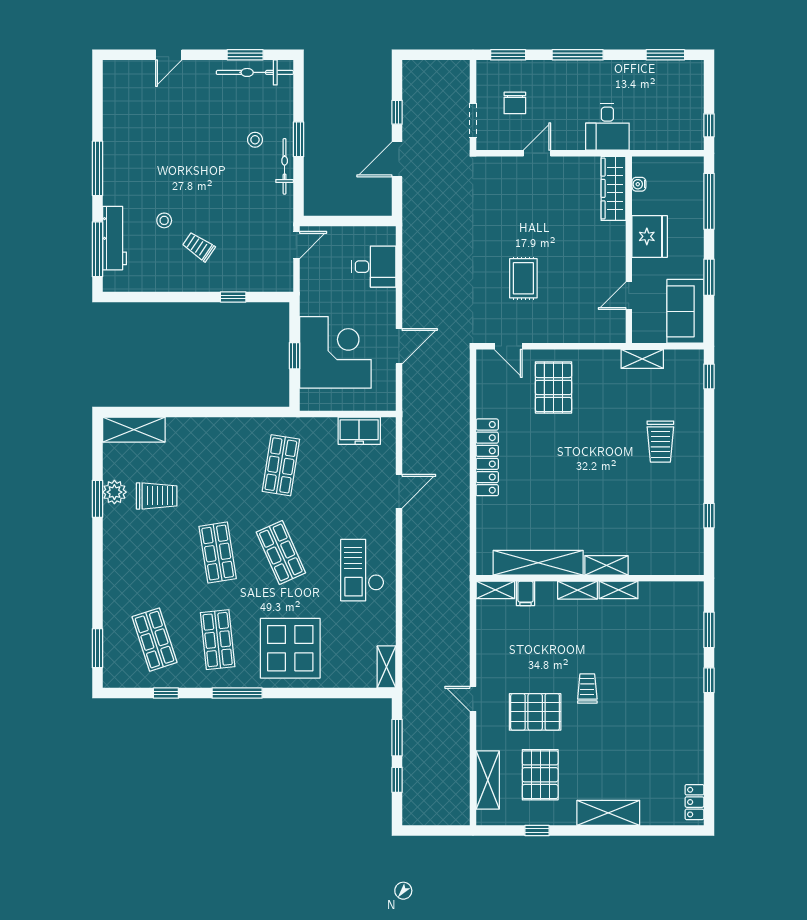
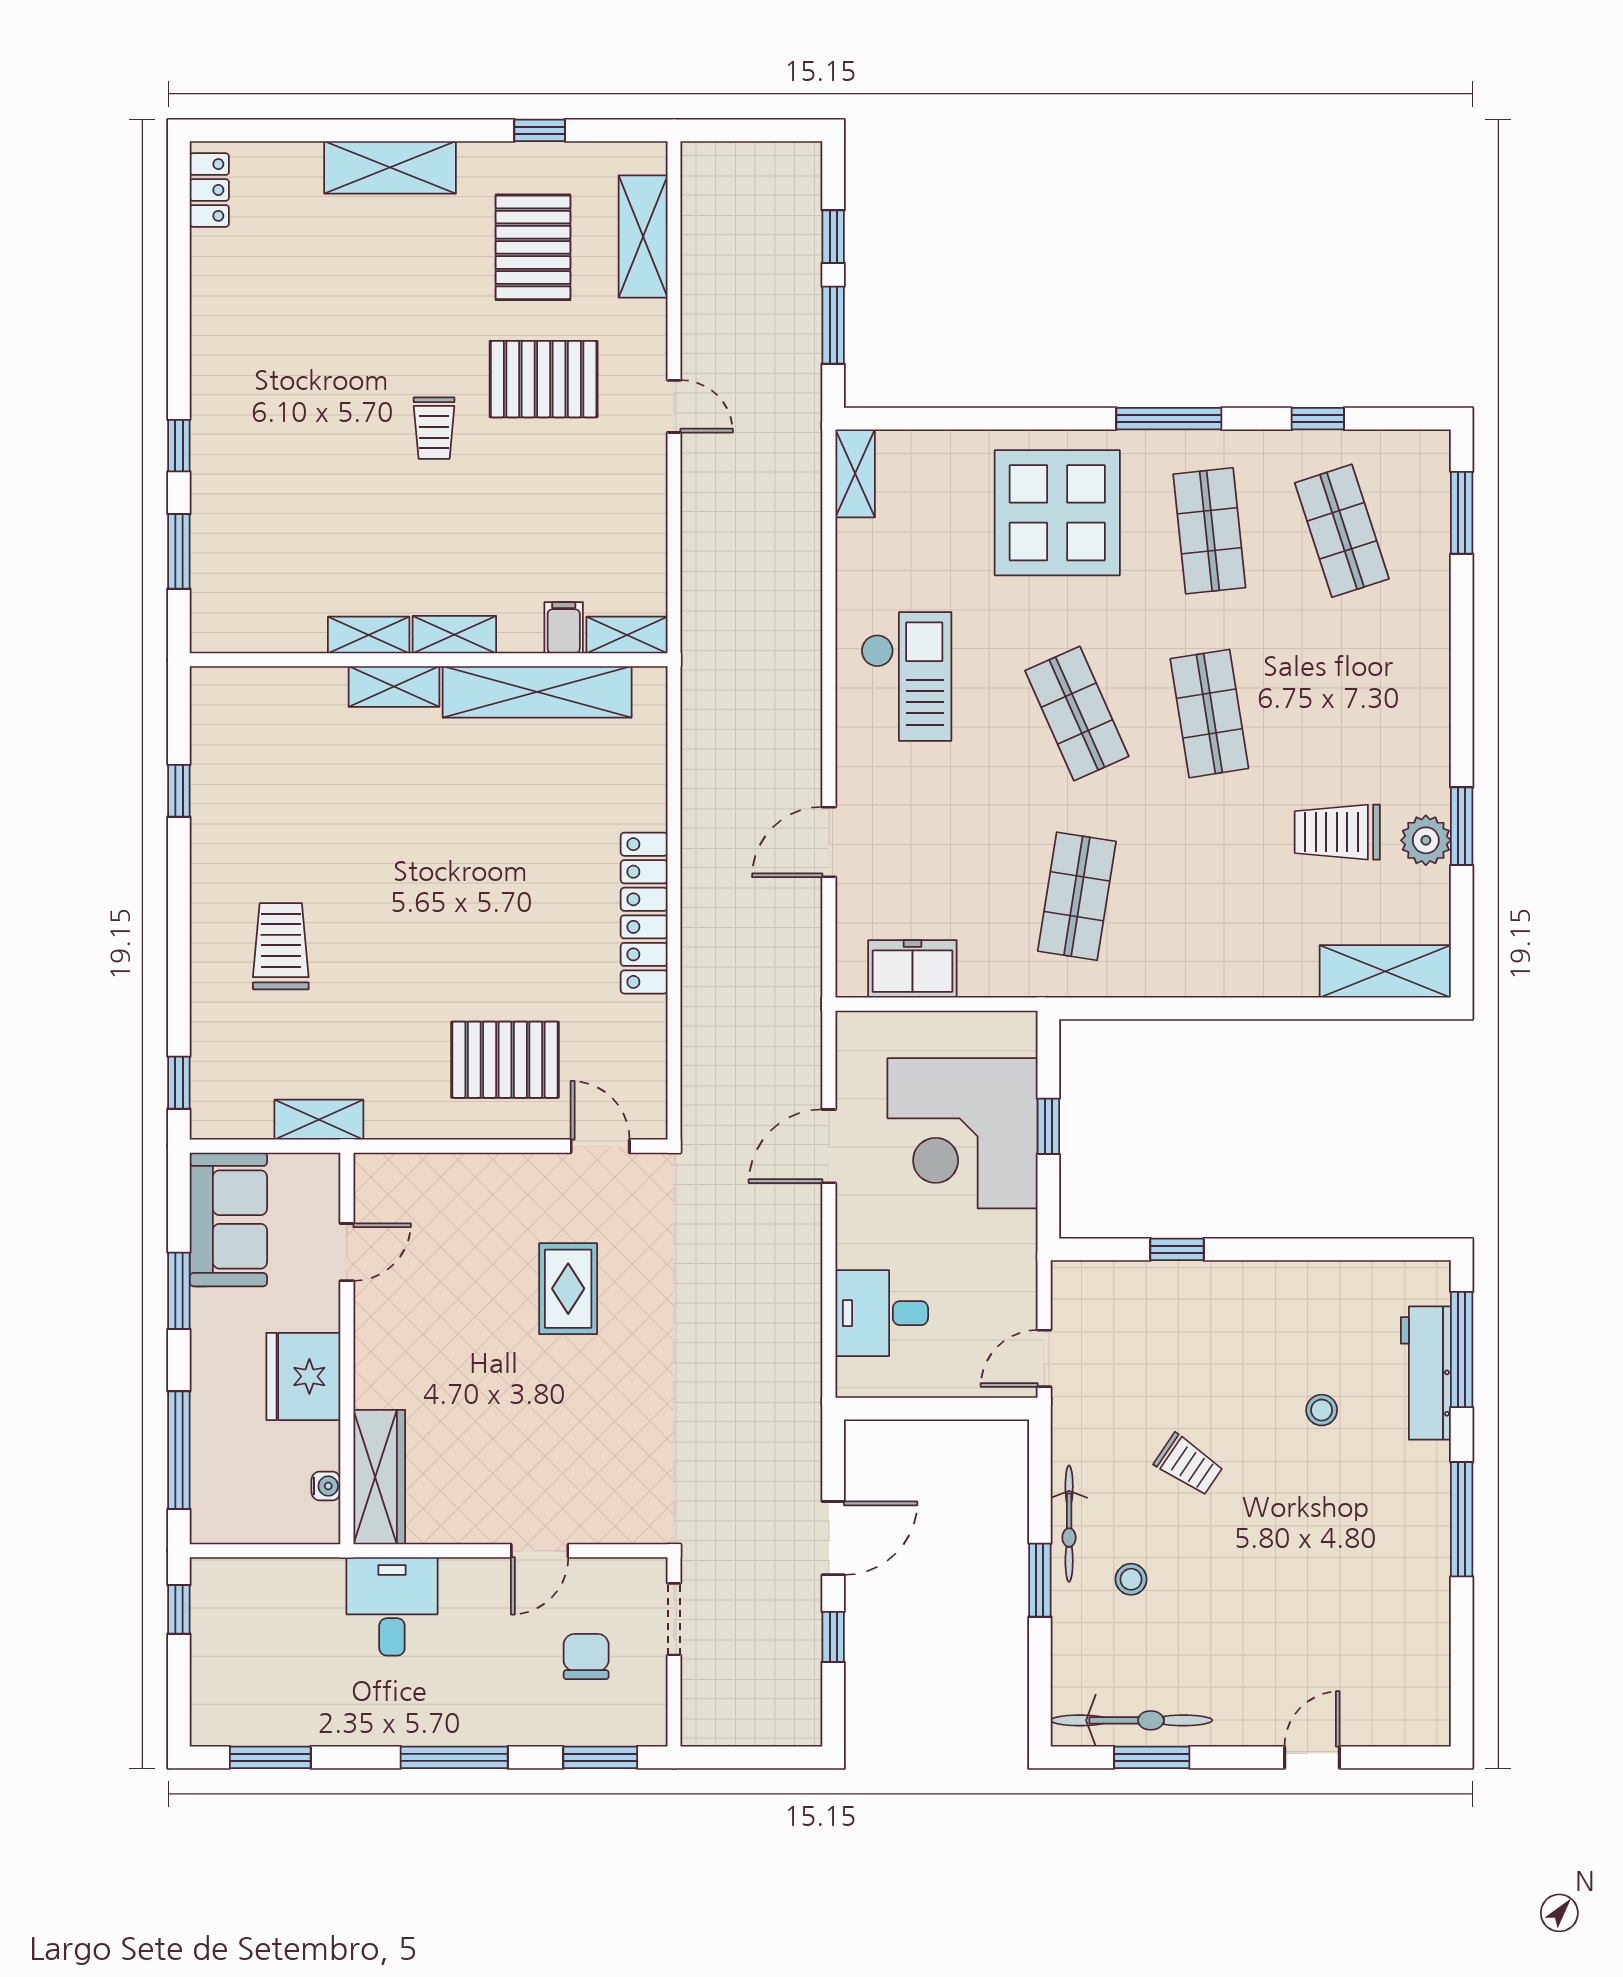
trolley: (199, 247) -> (1189, 1465), moved
pallet: (553, 387) -> (505, 1060), turned 90

